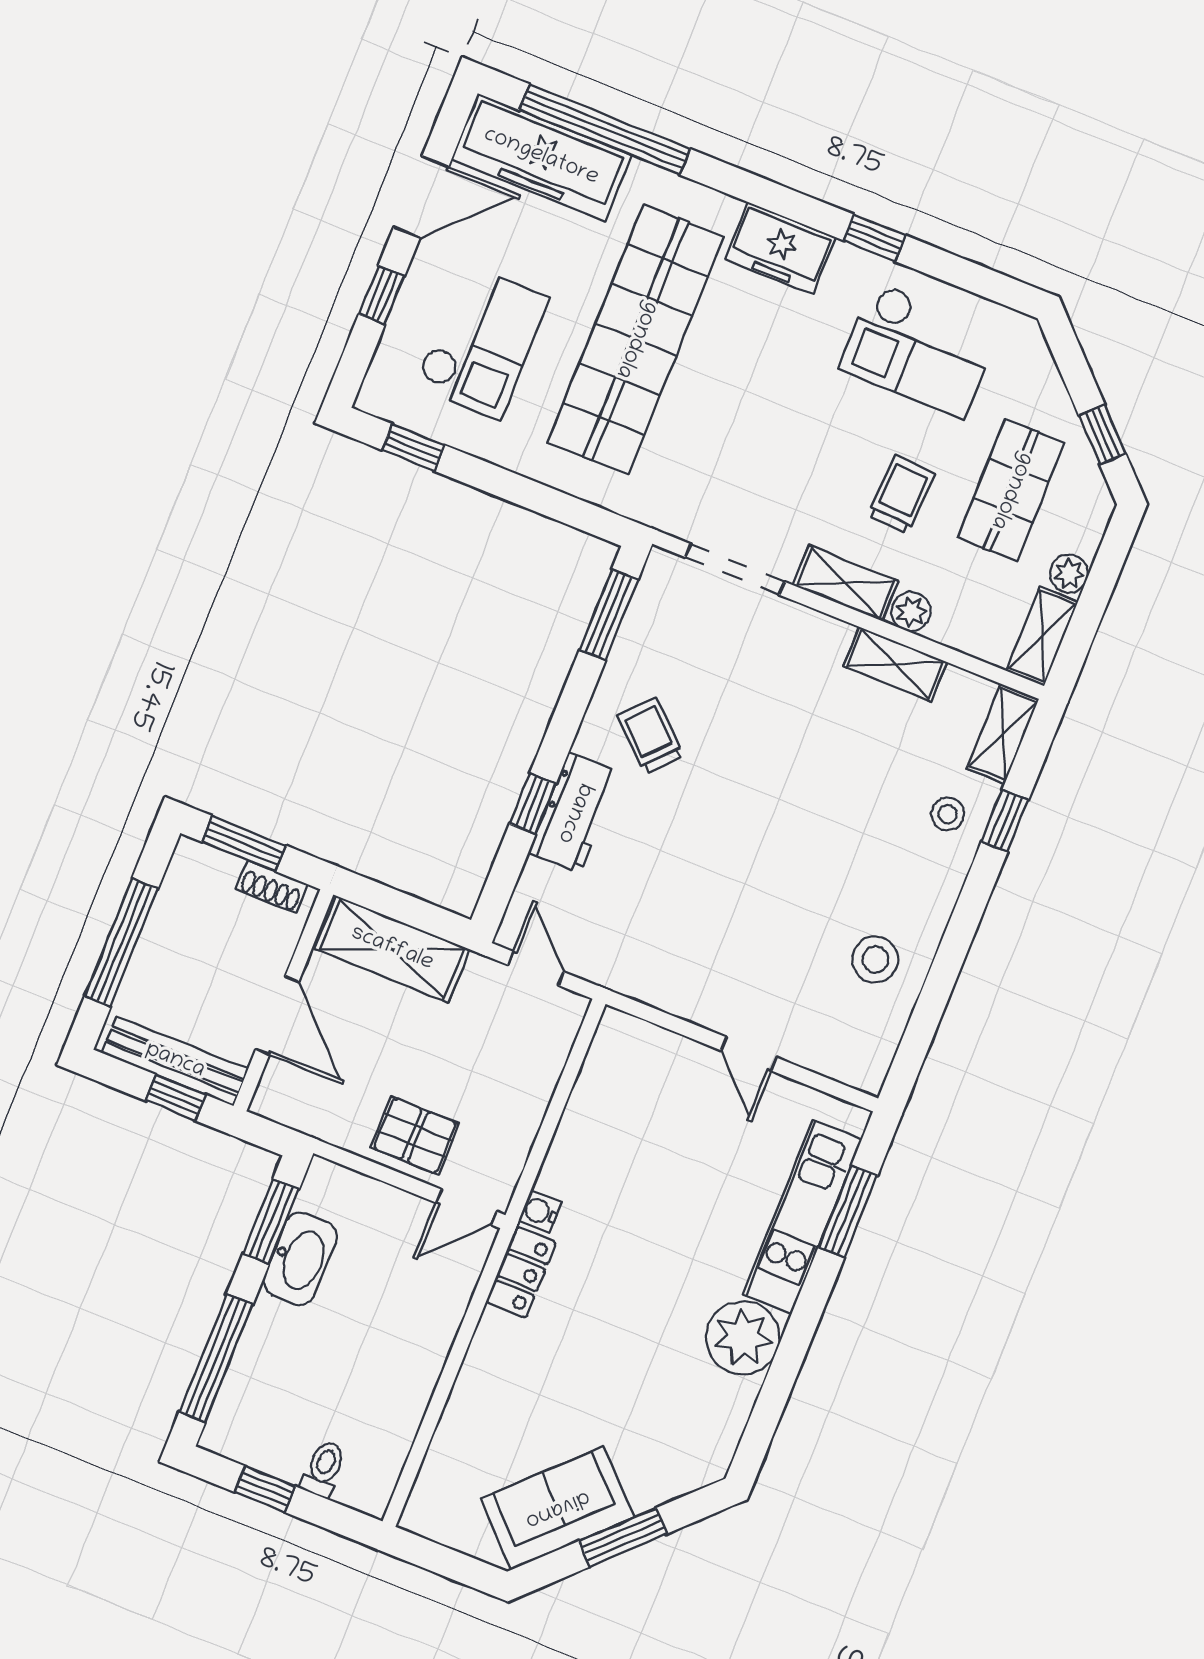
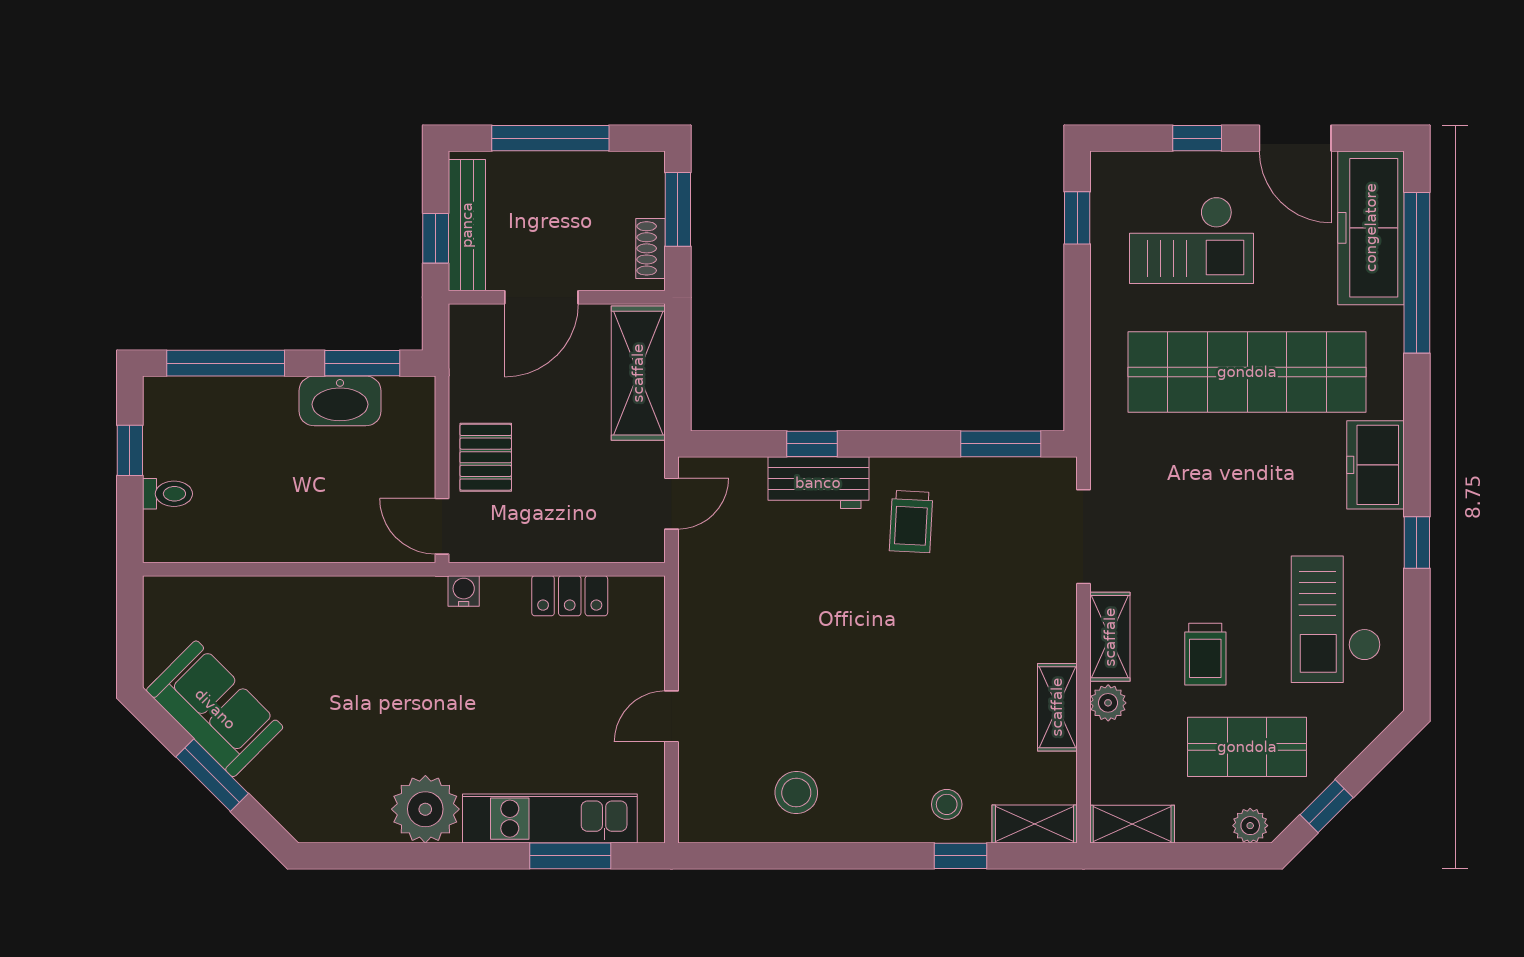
trolley: (901, 495) -> (1205, 654), turned 87
plant: (1069, 574) -> (1250, 826), moved
trolley: (650, 736) -> (911, 522), turned 140
locker: (521, 1272) -> (570, 596), moved

